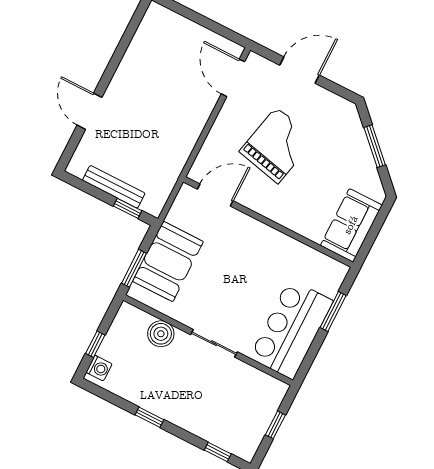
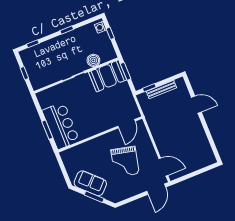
door: (300, 70) -> (156, 189), moved
sofa: (351, 225) -> (90, 183), moved, turned -45
booth: (168, 261) -> (108, 76), moved, turned 90
bar counter: (291, 329) -> (61, 126), moved

